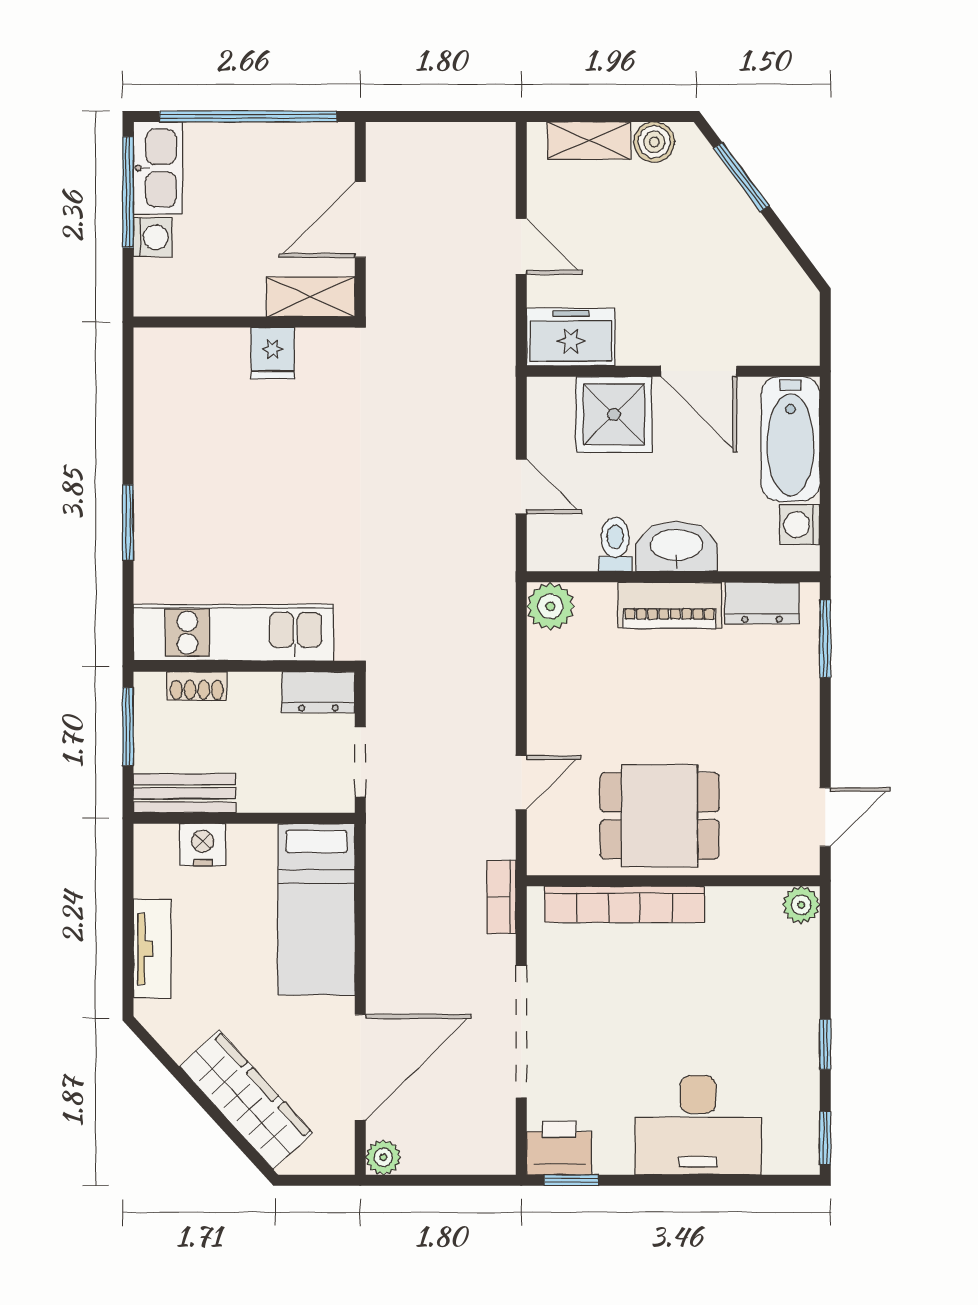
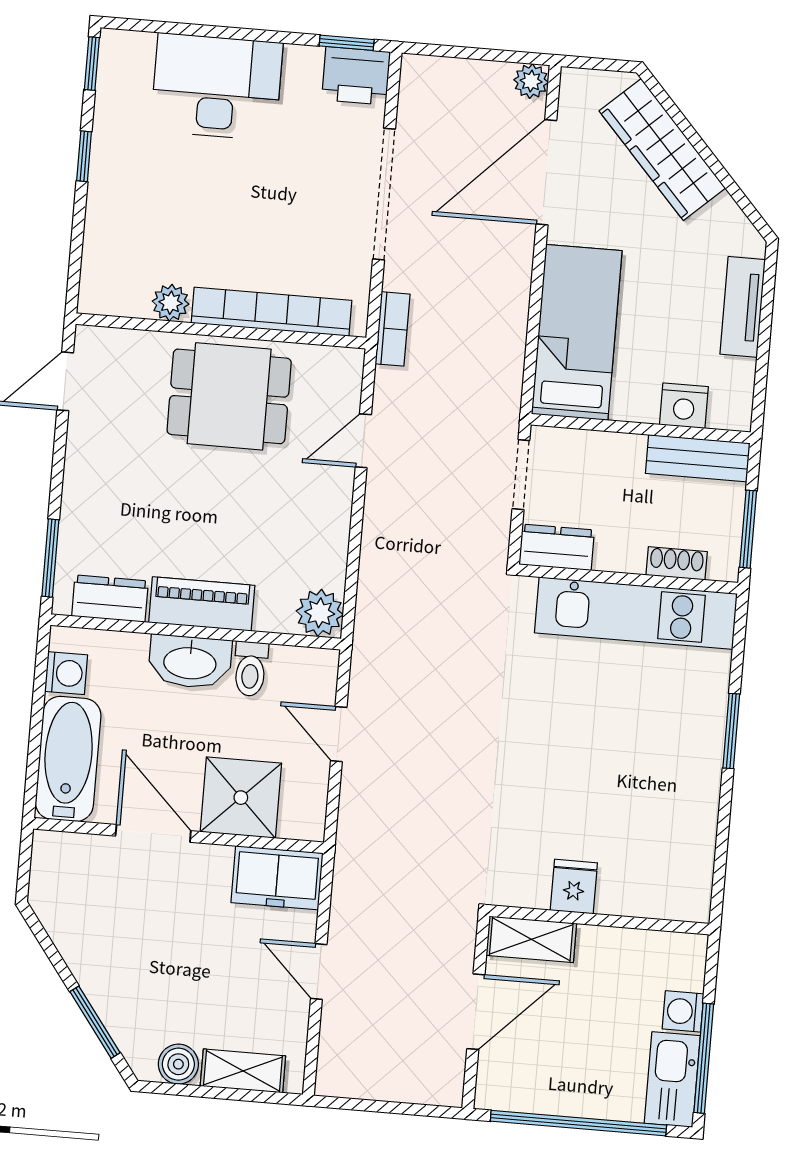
plant: (801, 905) -> (171, 303), moved

